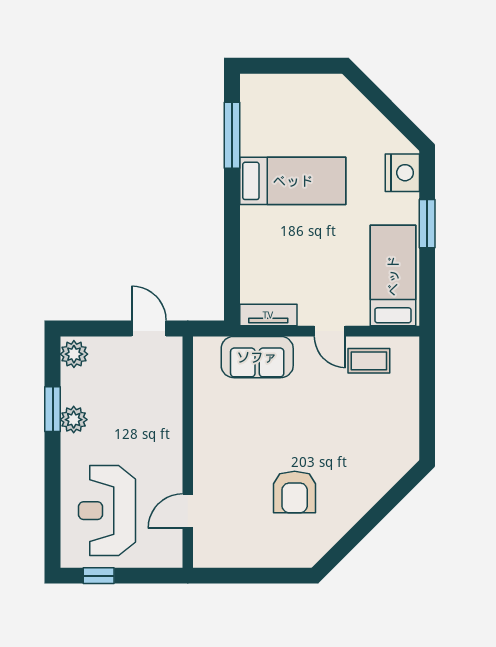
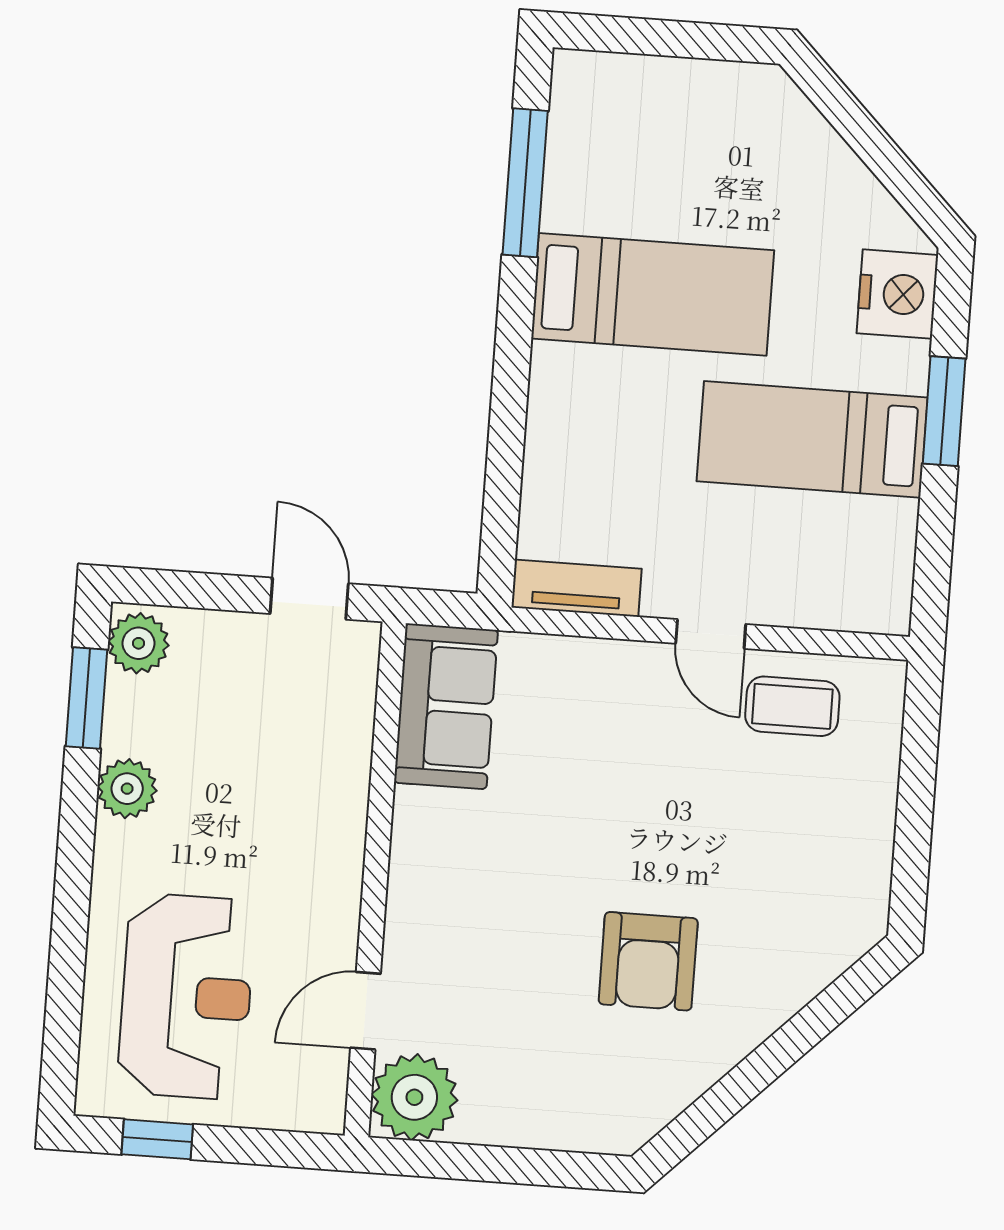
bed: (393, 276) -> (812, 439), moved, turned -90
sofa: (257, 357) -> (446, 706), moved, turned -90
window: (53, 409) -> (86, 698), moved
armchair: (295, 492) -> (648, 961), moved
reception desk: (107, 511) -> (186, 996), turned 180
plant: (212, 548) -> (414, 1097), added

